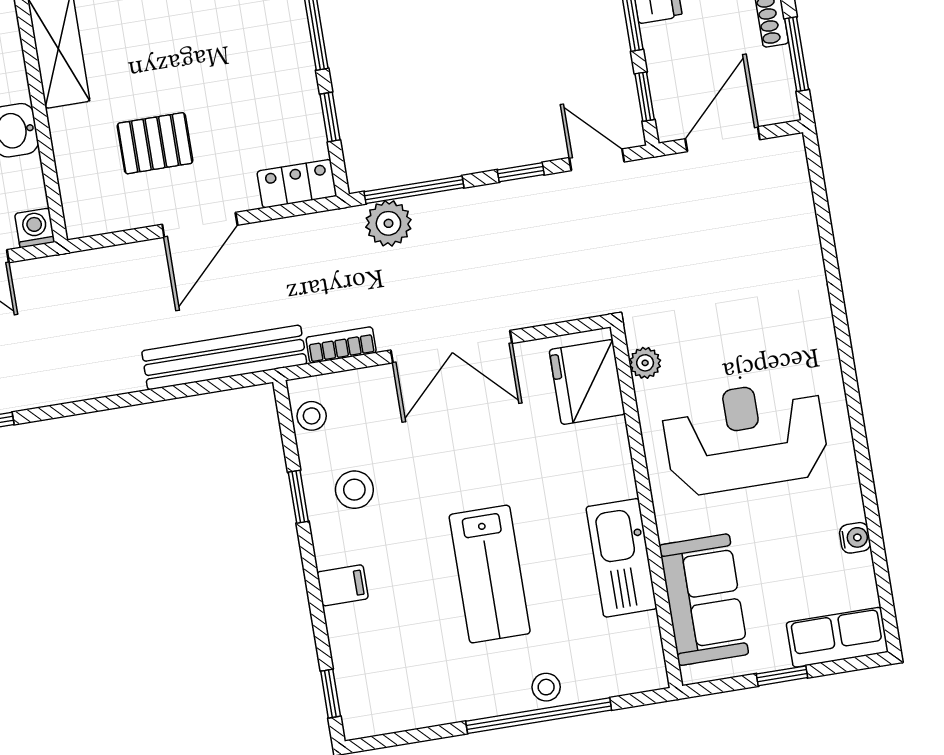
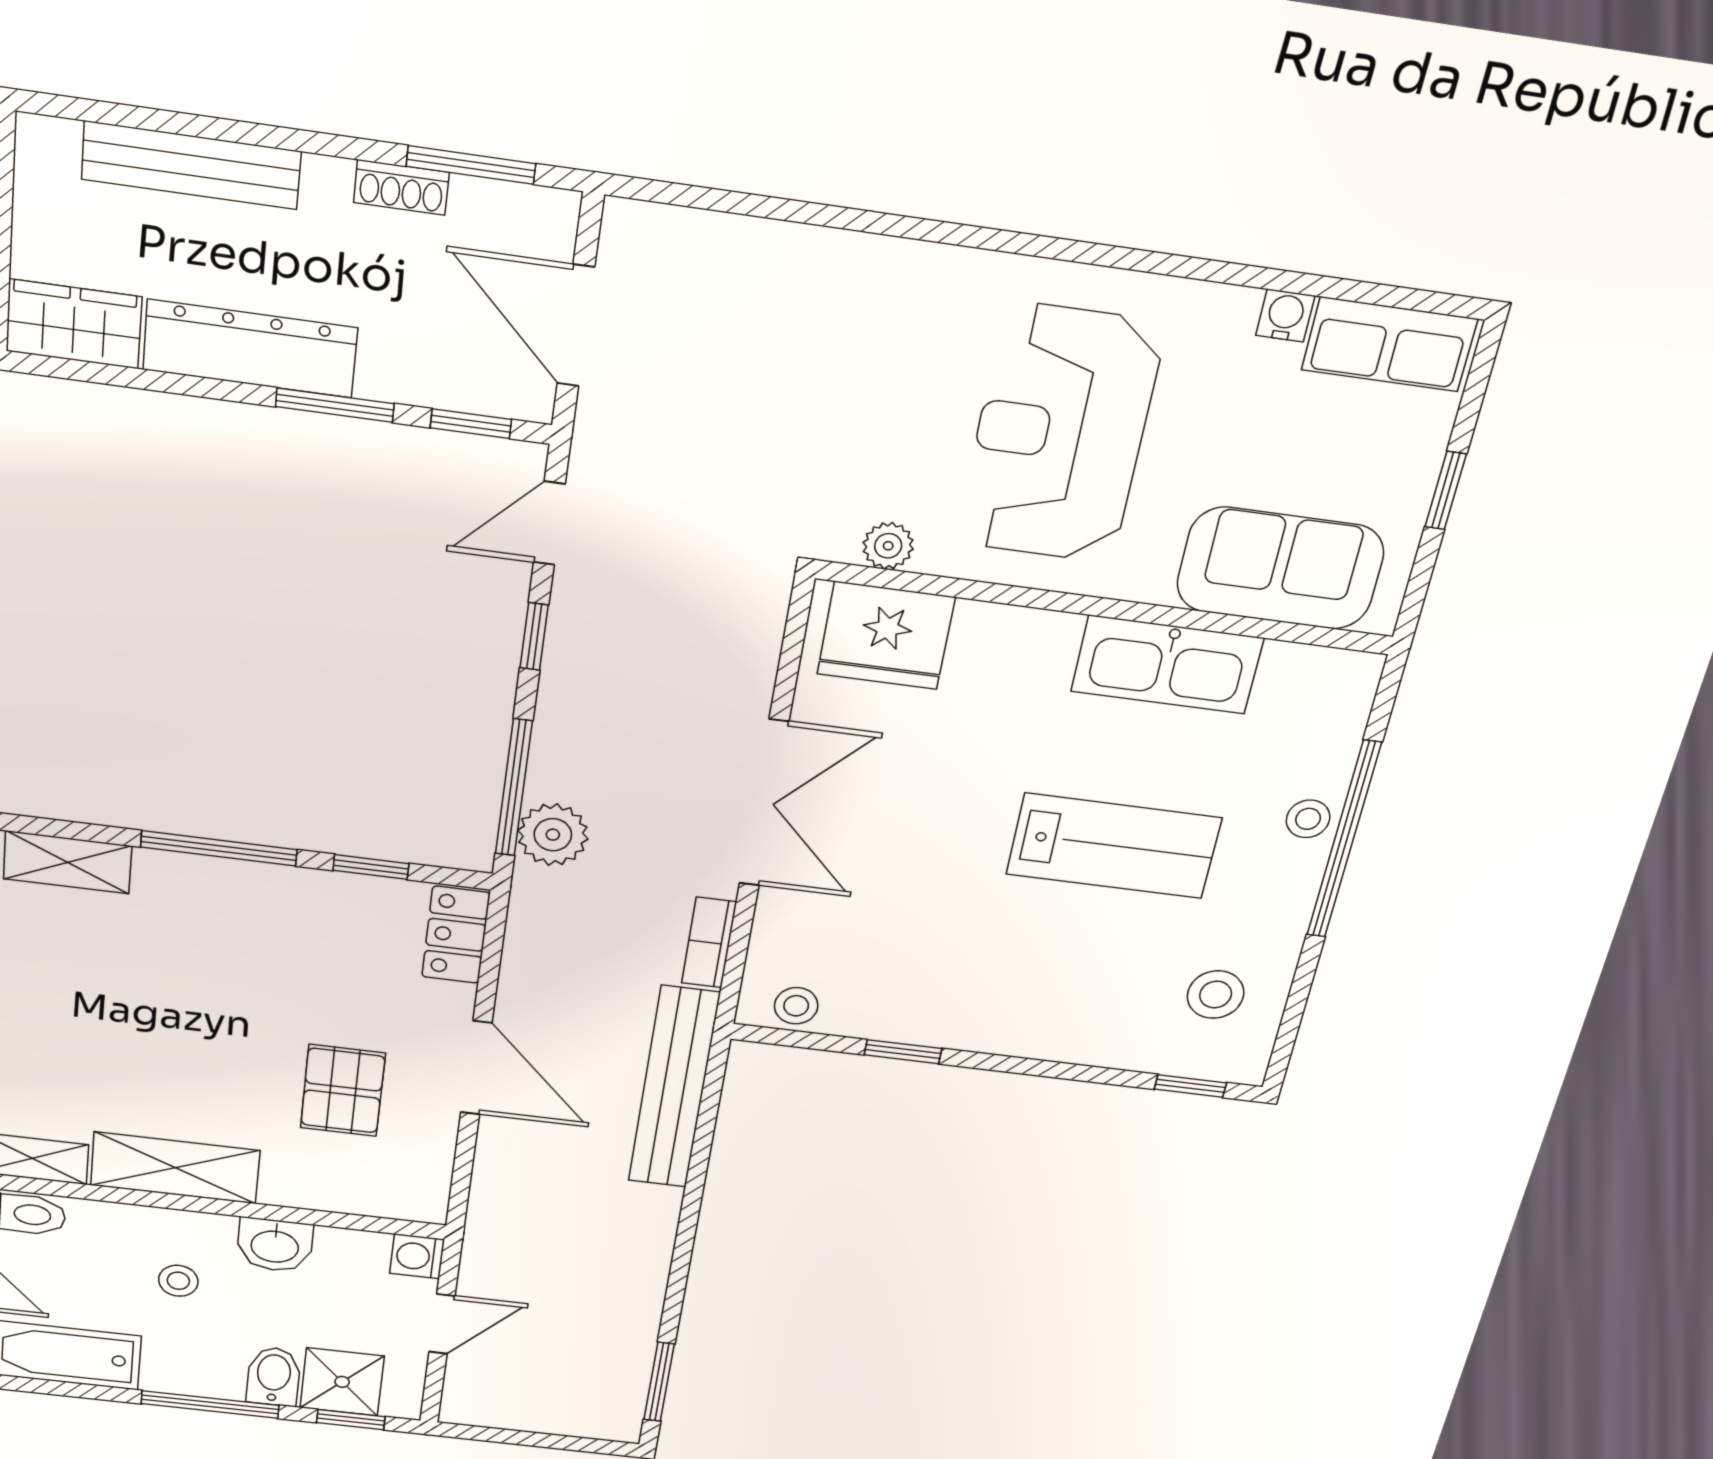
stool: (354, 490) -> (1216, 995), moved
filing cabinet: (343, 585) -> (1049, 1032), removed
row of seats: (837, 637) -> (1389, 344), moved, turned -90

